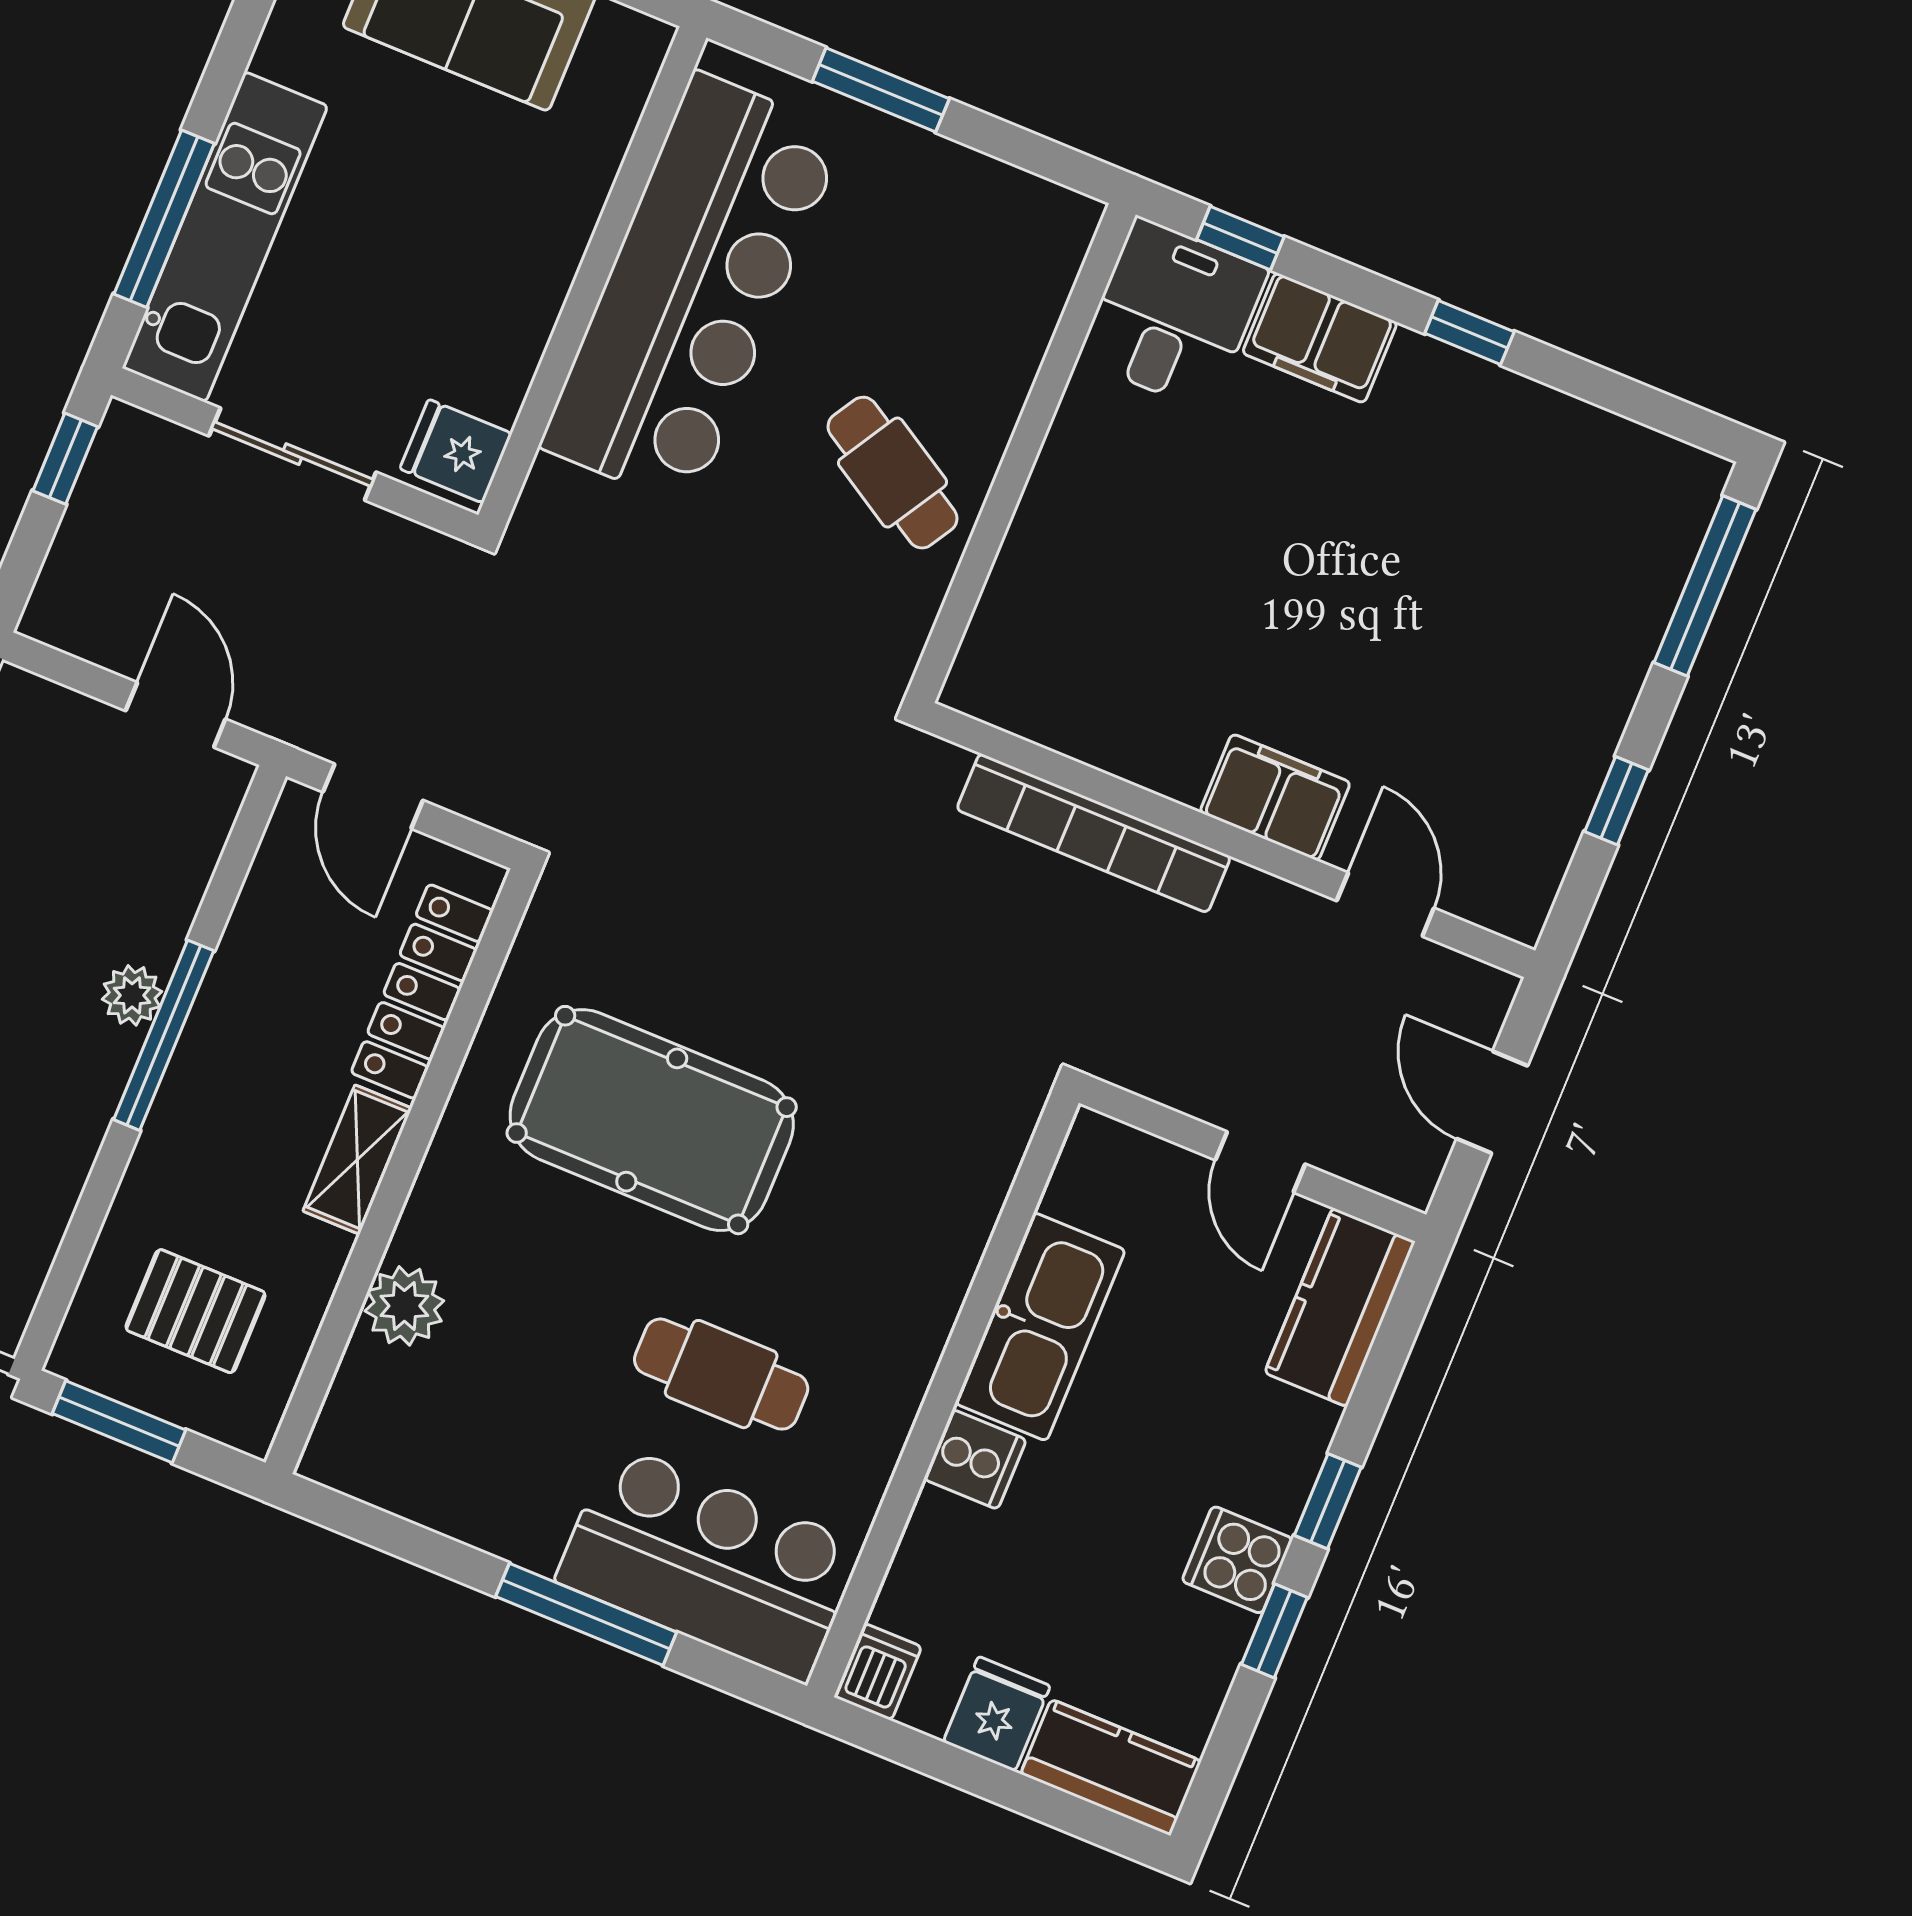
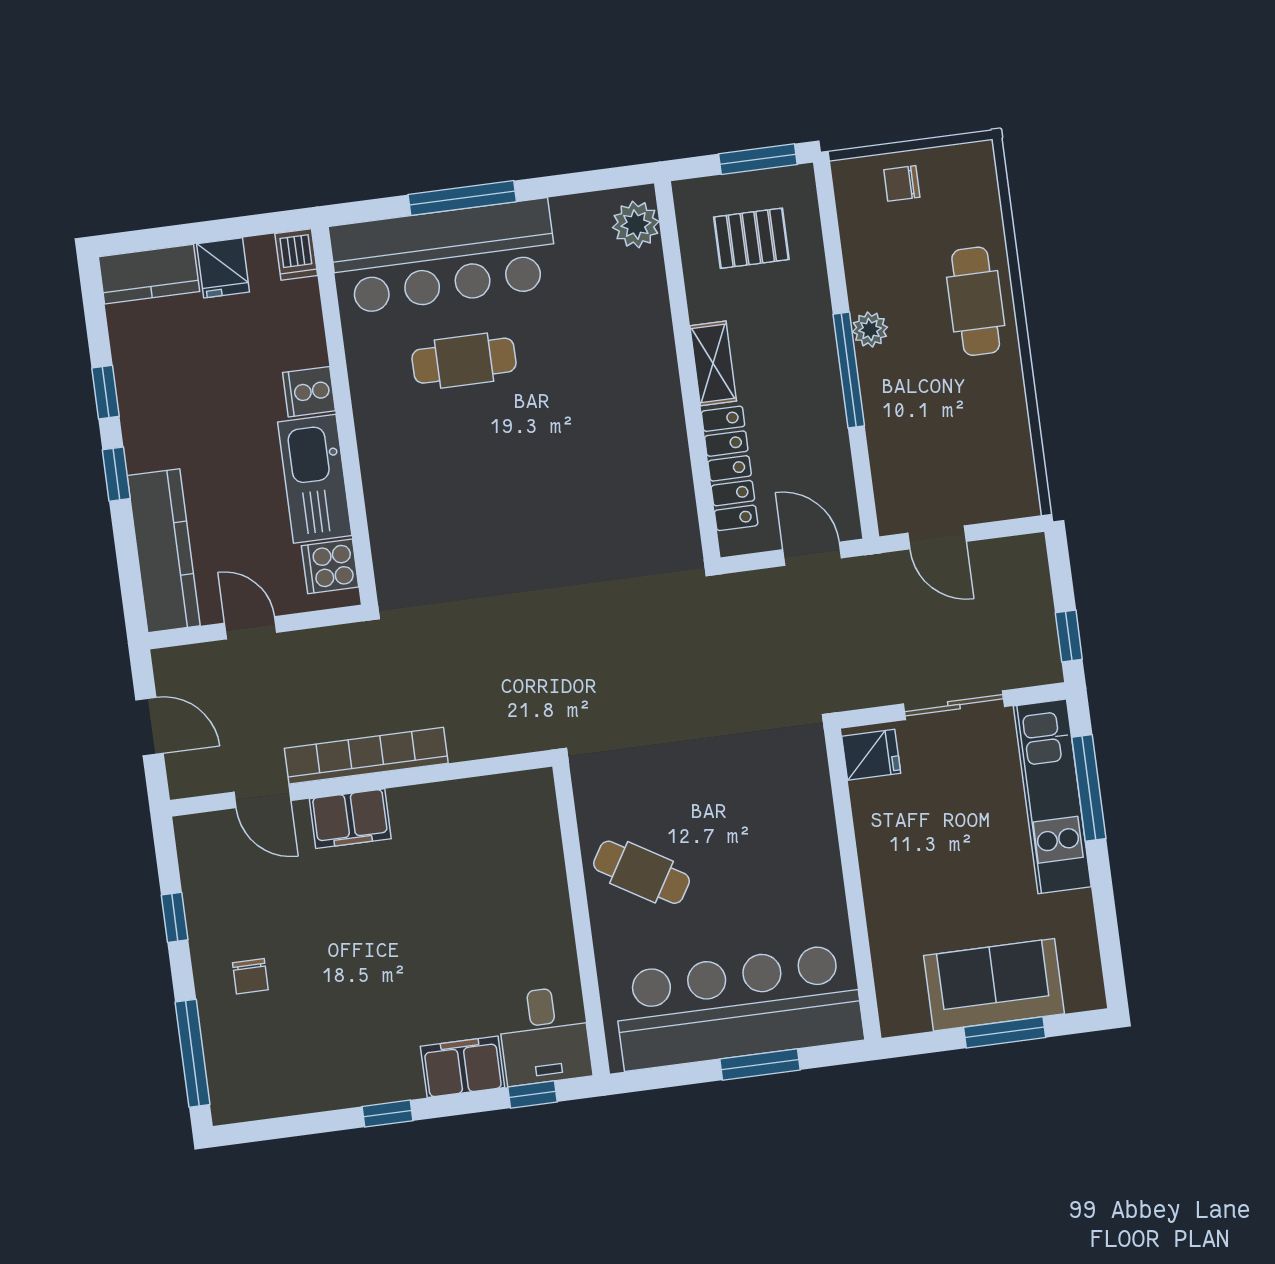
bar counter: (693, 289) -> (738, 1007), moved, turned 90
chair: (1555, 650) -> (250, 976), added
bookcase: (1094, 833) -> (366, 756), moved
plant: (132, 995) -> (870, 329), moved
pool table: (652, 1120) -> (574, 470), removed
plant: (404, 1306) -> (636, 224), moved
kitchen counter: (1340, 1307) -> (164, 551), width x1.50
cooker: (1237, 1560) -> (330, 566), moved, turned 180
bar counter: (709, 1563) -> (444, 257), width x1.36

